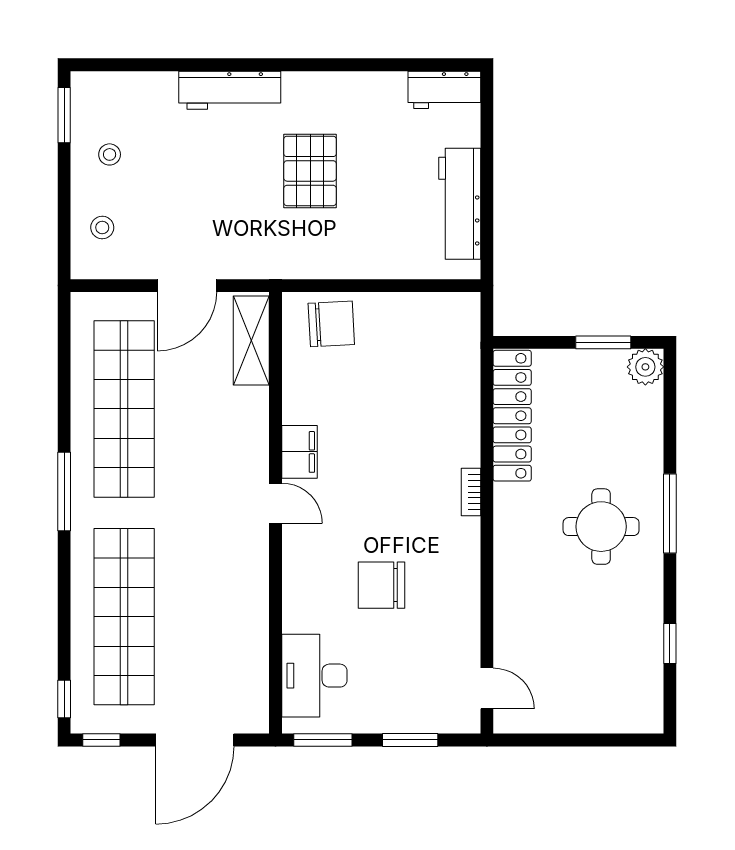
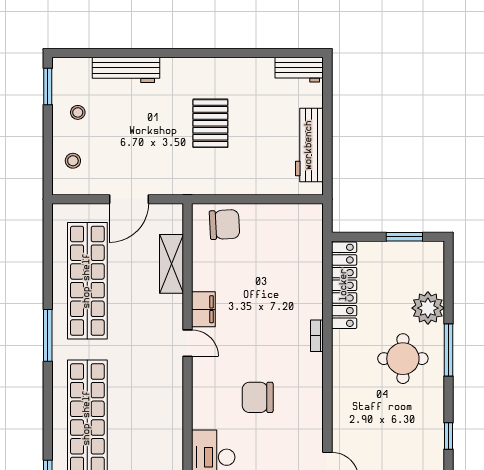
workbench: (230, 90) -> (126, 70), moved
shelving: (251, 341) -> (172, 264), moved
plant: (645, 367) -> (428, 308), moved, width x1.36, depth x1.36

